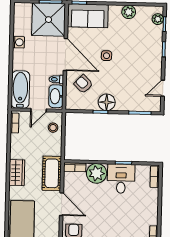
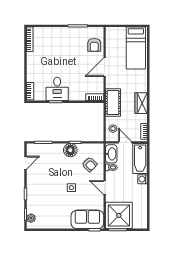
plant: (129, 12) -> (55, 223), removed
washing machine: (18, 42) -> (143, 179), moved
door: (65, 55) -> (105, 188), width x0.53
door: (39, 110) -> (125, 142), hinge flipped
wardrobe: (17, 173) -> (141, 103), moved
cot: (52, 173) -> (113, 103), moved
plant: (97, 173) -> (77, 93), removed
door: (61, 204) -> (105, 67), hinge flipped

